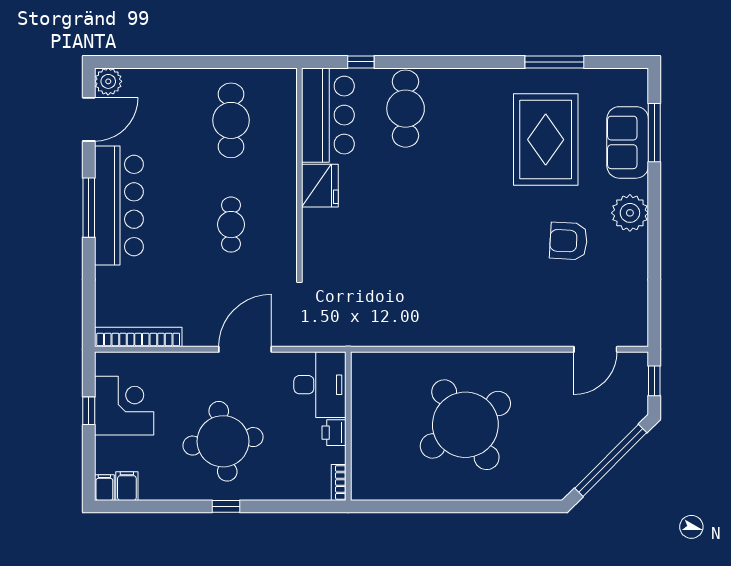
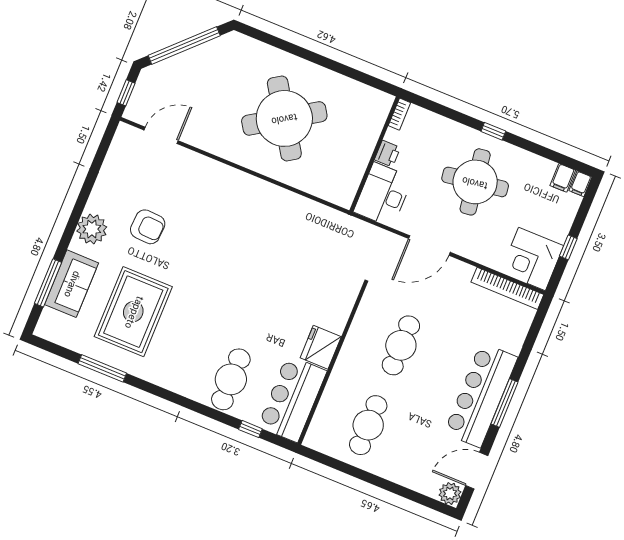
cafe table: (231, 225) -> (401, 345), width x1.37, depth x1.35
corner desk: (124, 406) -> (532, 259), moved

